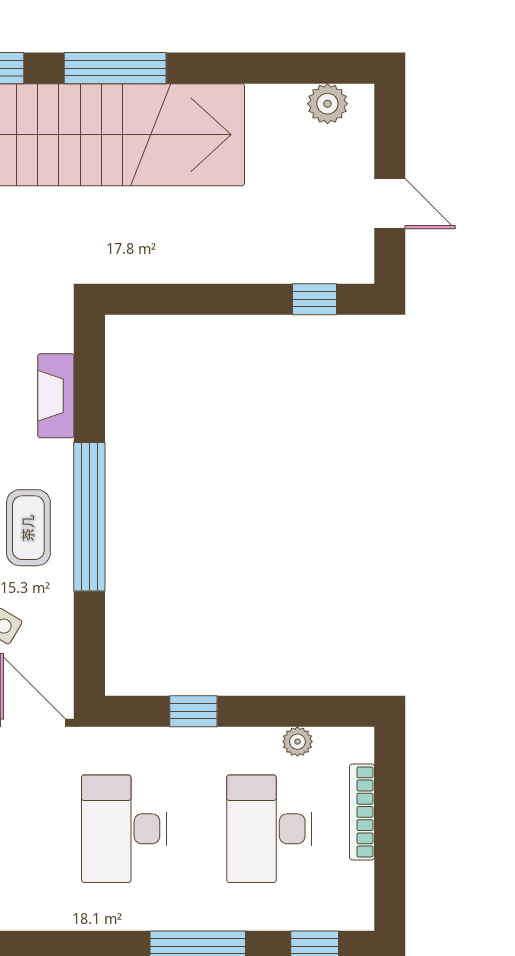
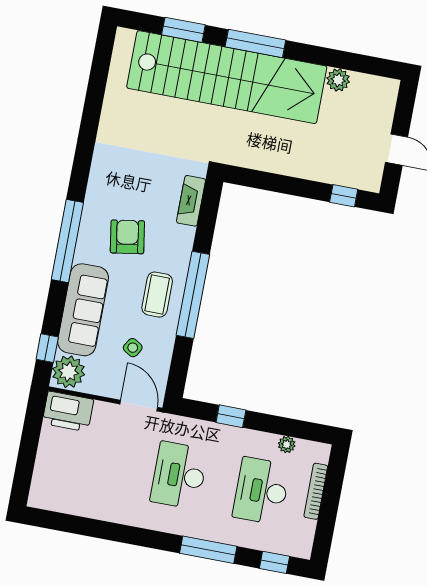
plant: (327, 104) -> (338, 80), moved
fireplace: (56, 396) -> (191, 201), moved

